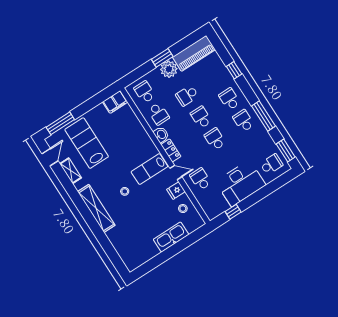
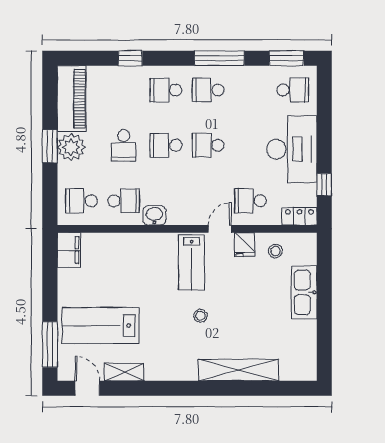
locker: (171, 150) -> (299, 216), moved
school desk: (271, 164) -> (293, 90), turned 90
shelving: (96, 208) -> (238, 370), moved

